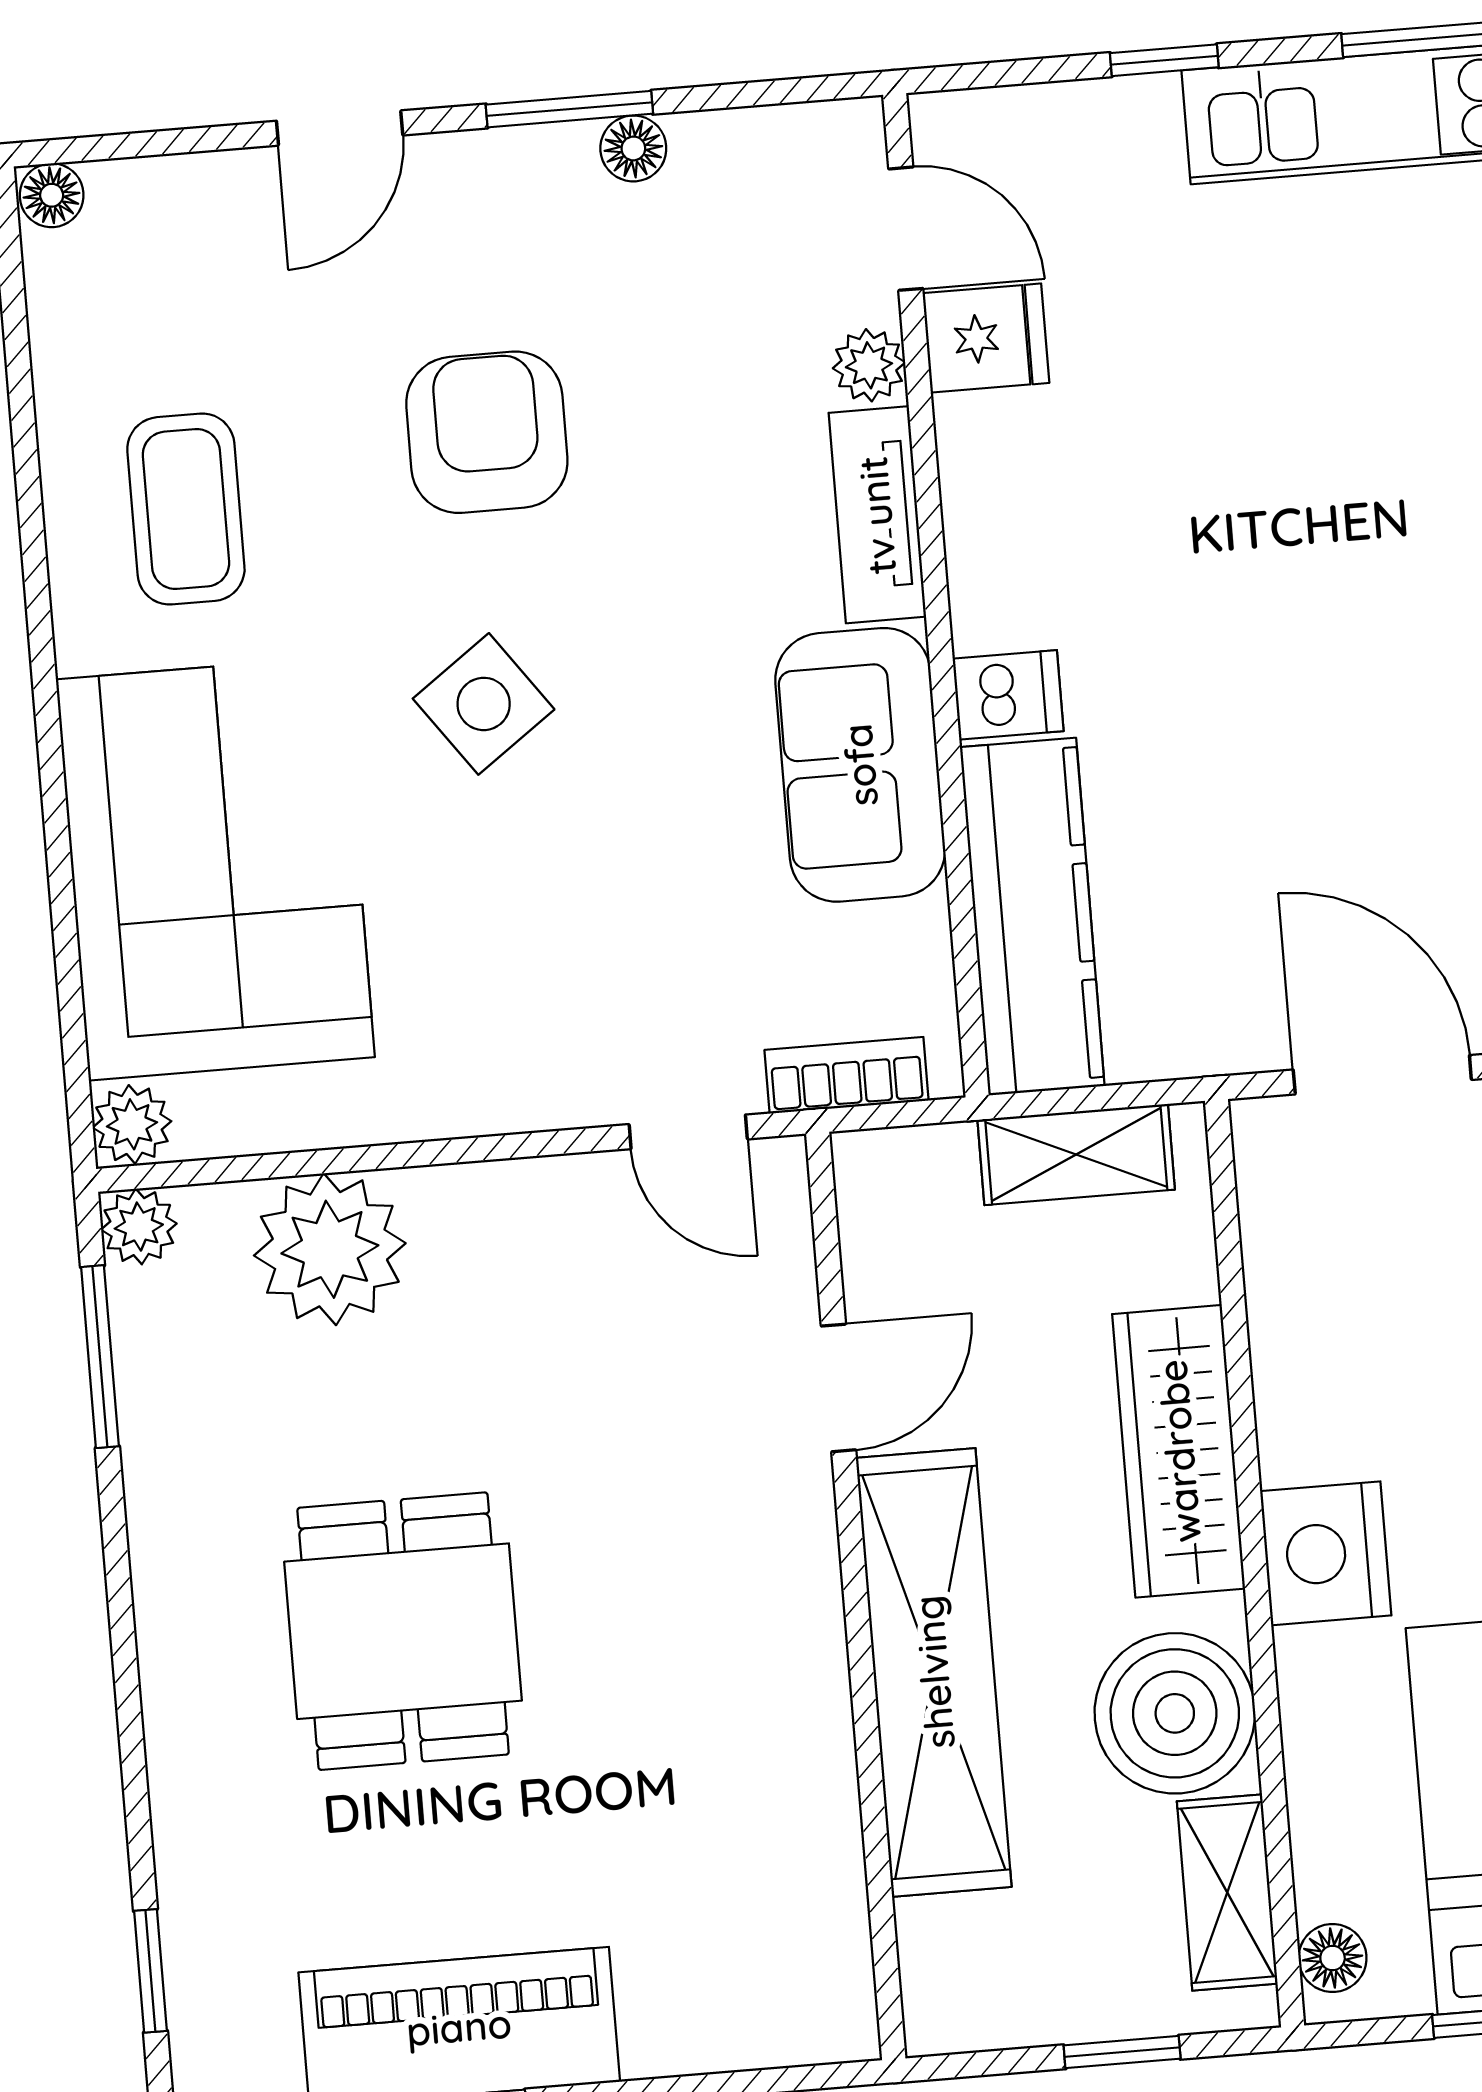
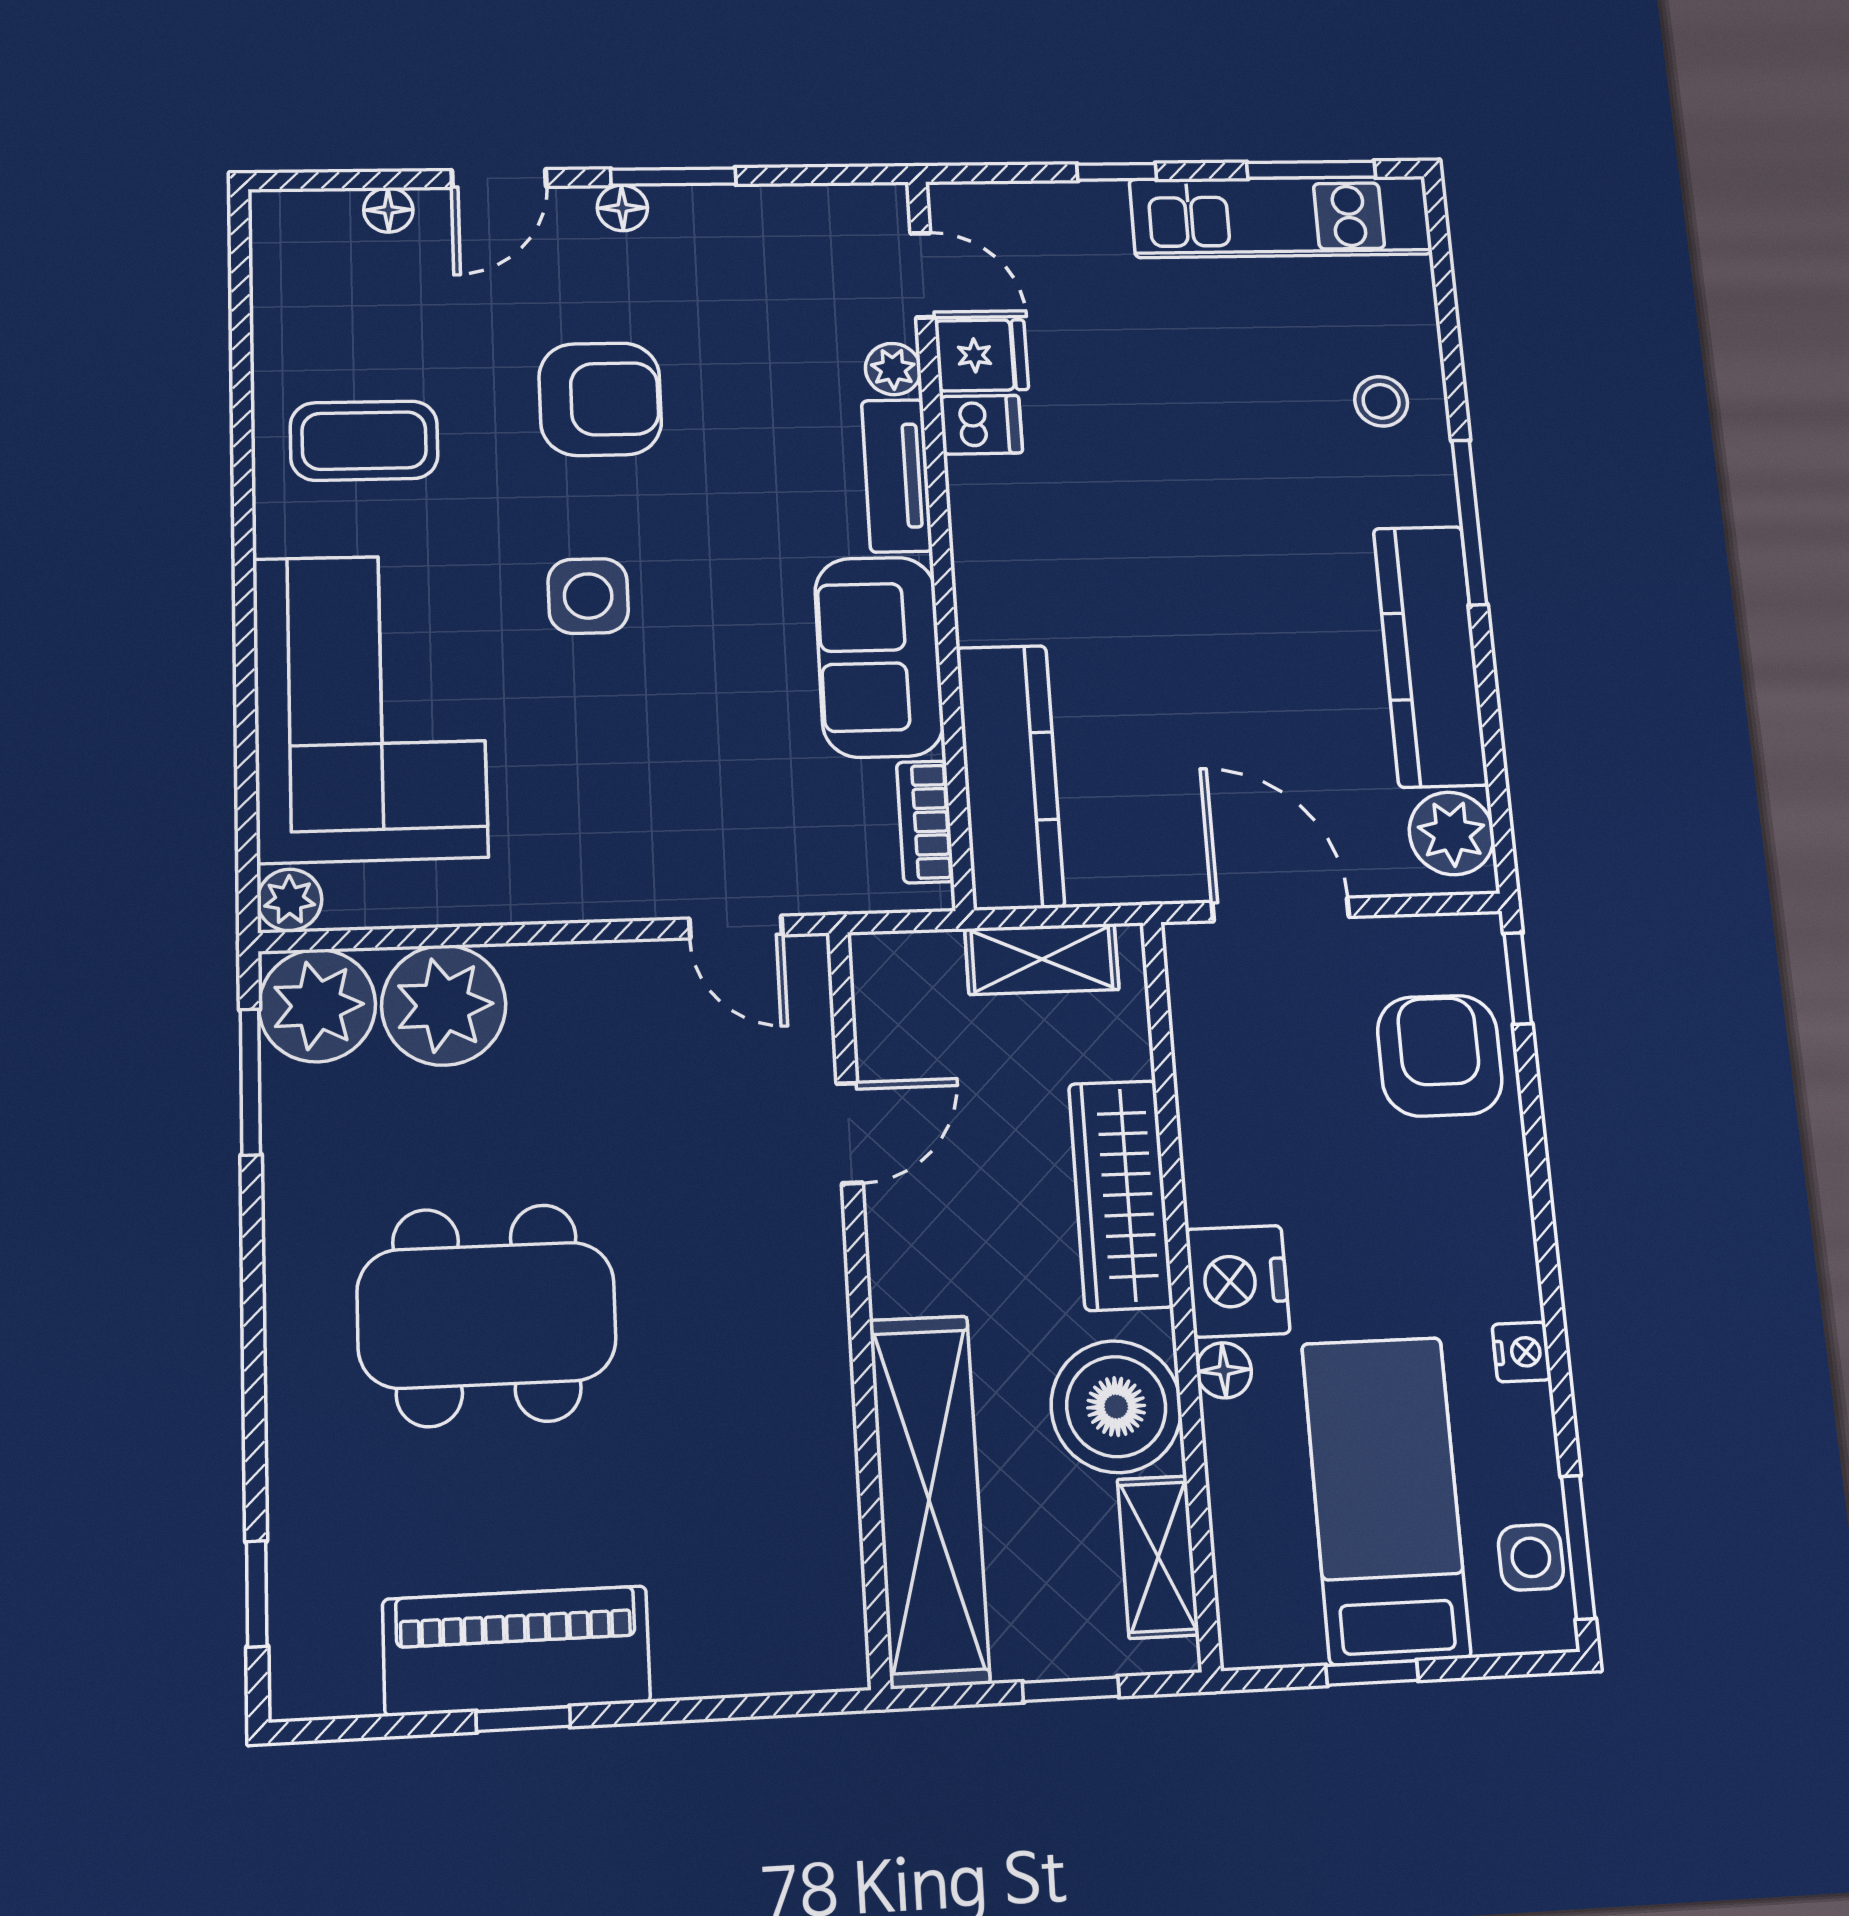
floor lamp: (633, 148) -> (622, 208), moved
floor lamp: (52, 195) -> (388, 210), moved
armchair: (487, 432) -> (600, 399), turned 90
coffee table: (186, 509) -> (364, 441), turned 90
dishwasher: (1008, 695) -> (981, 425), moved
side table: (484, 704) -> (588, 596), turned 36
bookcase: (847, 1075) -> (925, 822), moved, turned -90
plant: (139, 1227) -> (317, 1005), width x1.87, depth x1.87
dining table: (403, 1631) -> (487, 1315), width x1.38
shelving: (934, 1672) -> (929, 1500), moved
floor lamp: (1333, 1958) -> (1224, 1370), moved

